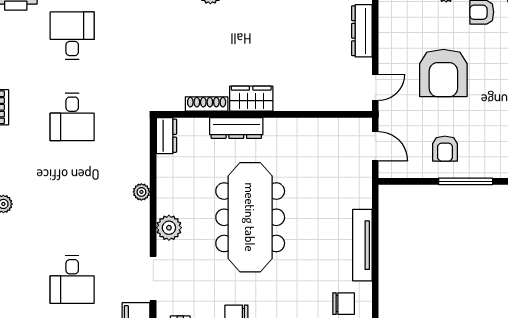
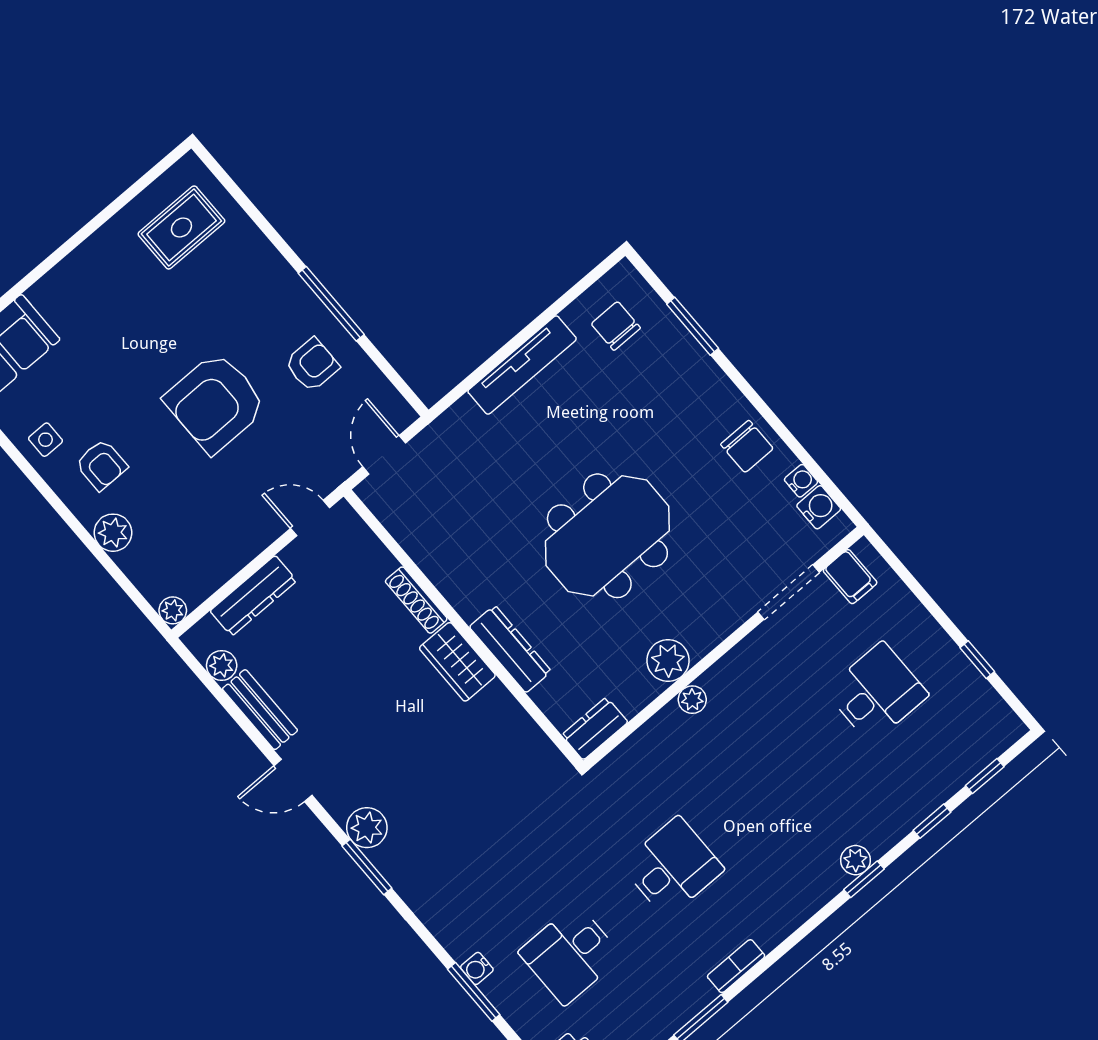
armchair: (443, 73) -> (215, 403), moved, turned 180
shoe rack: (207, 104) -> (416, 600), moved
meeting table: (250, 217) -> (607, 536), width x0.73
plant: (169, 228) -> (668, 661), moved

